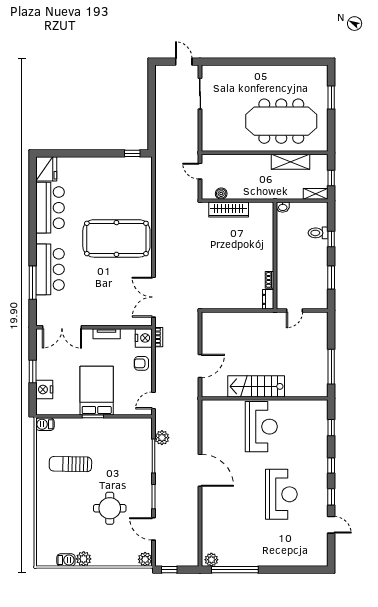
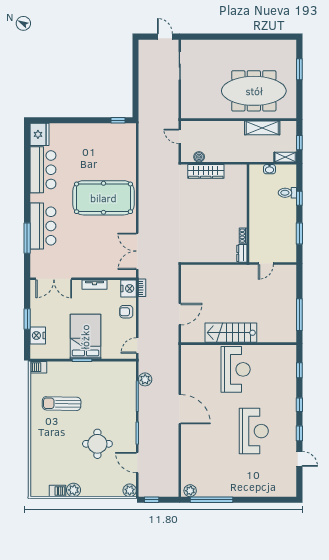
washbasin: (283, 207) -> (270, 169), moved

